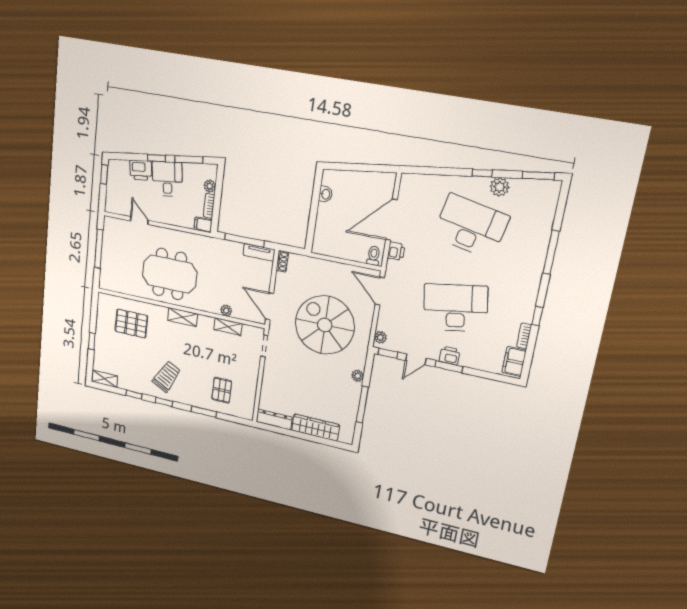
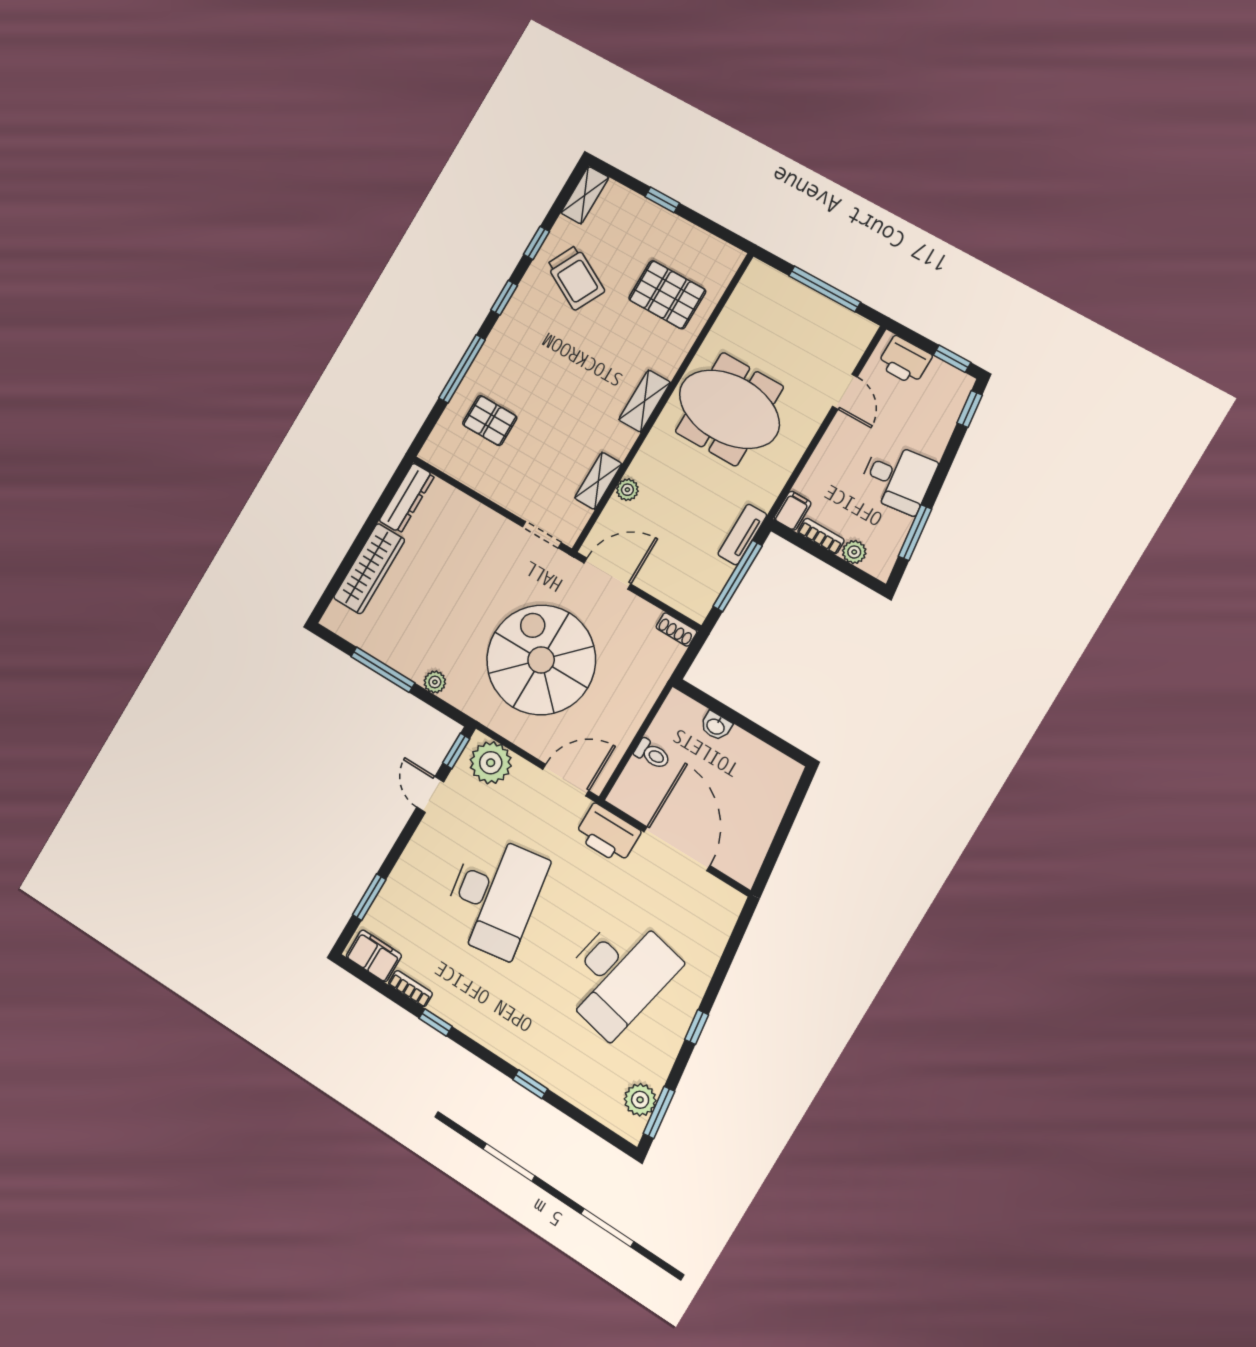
window: (157, 158) -> (970, 409), moved
printer: (141, 170) -> (905, 360), moved, turned -83
plant: (500, 187) -> (640, 1100), moved
washbasin: (325, 194) -> (716, 726), moved
door: (139, 221) -> (845, 392), hinge flipped
printer: (396, 251) -> (608, 834), width x1.87, depth x1.48
tv unit: (259, 252) -> (742, 535), moved
window: (551, 252) -> (530, 1084), width x0.46
toilet: (374, 256) -> (652, 754), moved
meeting table: (170, 274) -> (729, 409), turned 90
pallet: (131, 324) -> (667, 295), turned 90
spiral stairs: (325, 325) -> (541, 660), turned -90
plant: (380, 337) -> (491, 763), width x1.88, depth x1.88
printer: (450, 356) -> (418, 854), removed
window: (449, 367) -> (369, 897), moved
trolley: (167, 376) -> (576, 278), moved
window: (204, 412) -> (462, 369), width x1.44

